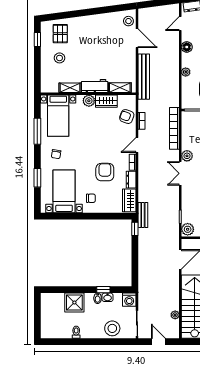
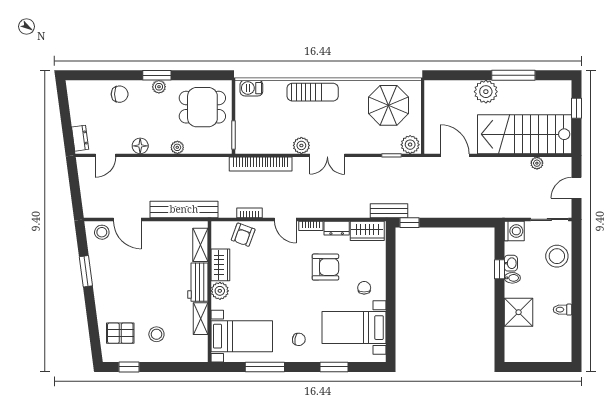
window: (102, 10) -> (86, 271), added
door: (180, 24) -> (106, 155), hinge flipped
door: (137, 38) -> (127, 219), swing flipped
armchair: (105, 172) -> (325, 267), turned 180

